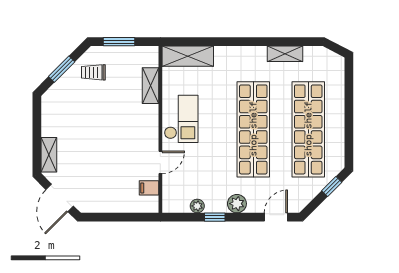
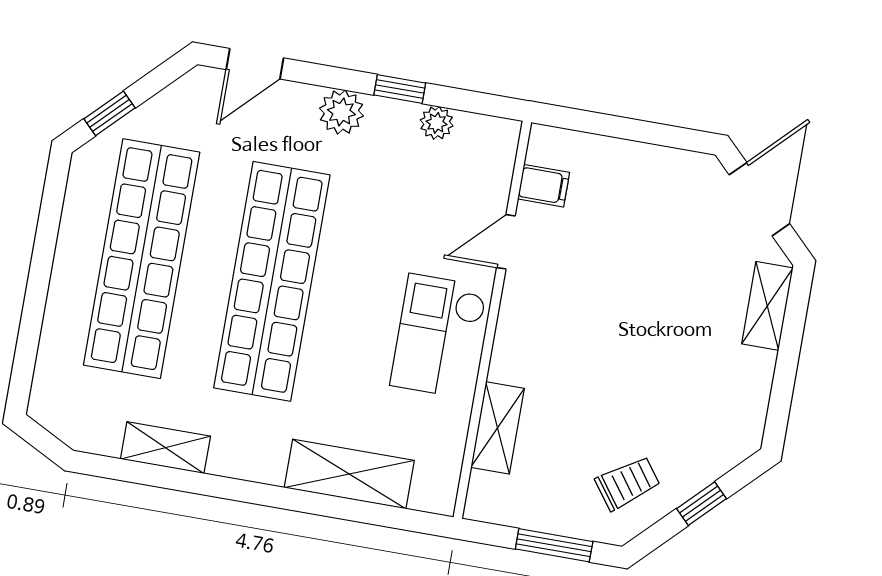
shelving: (188, 56) -> (349, 474), moved
window: (62, 69) -> (701, 504), width x0.67
trolley: (93, 72) -> (628, 483), turned -36

